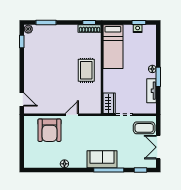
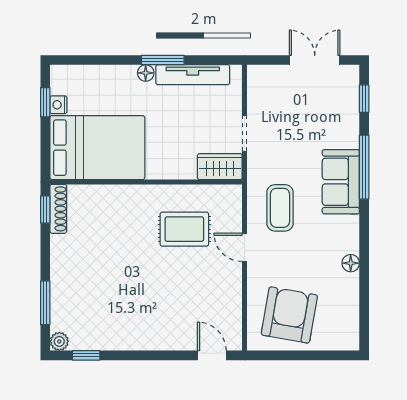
bed: (113, 47) -> (97, 148), width x1.50
rug: (86, 70) -> (184, 229), moved
tv unit: (152, 91) -> (193, 75), width x1.41
door: (22, 100) -> (212, 355), hinge flipped
coffee table: (144, 128) -> (280, 208), moved
armchair: (49, 130) -> (289, 315), moved, turned -80
double door: (158, 147) -> (315, 60), swing flipped

